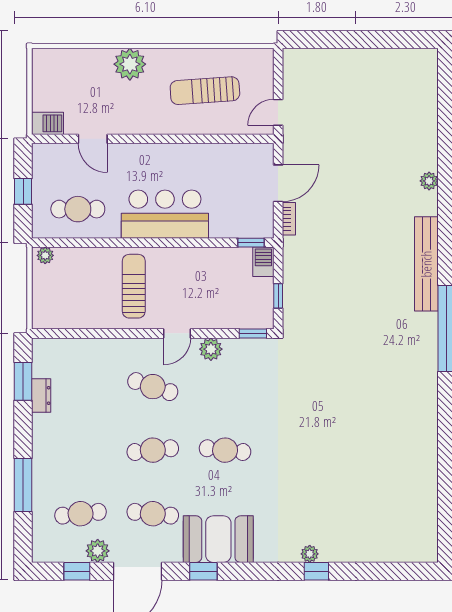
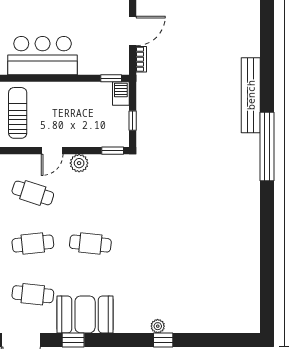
plant: (429, 181) -> (253, 29), removed

